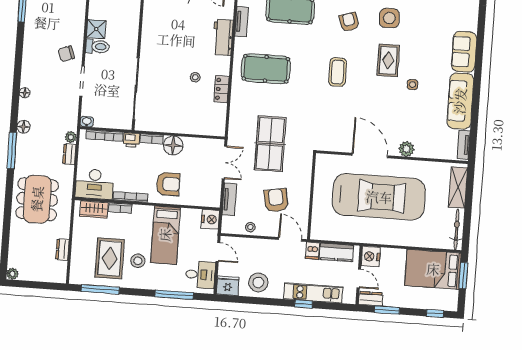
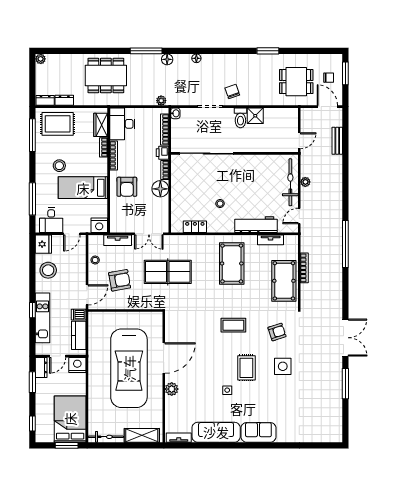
workbench: (223, 37) -> (256, 225), width x1.38
rug: (388, 60) -> (246, 368), turned 90
locker: (221, 89) -> (195, 227), moved
dresser: (69, 154) -> (45, 100), moved
rug: (110, 258) -> (58, 124), moved

